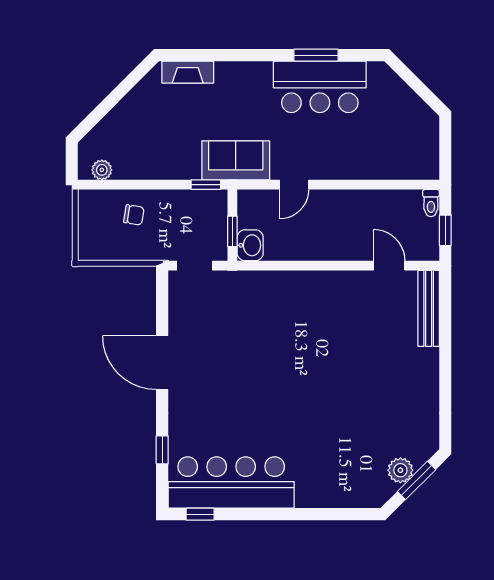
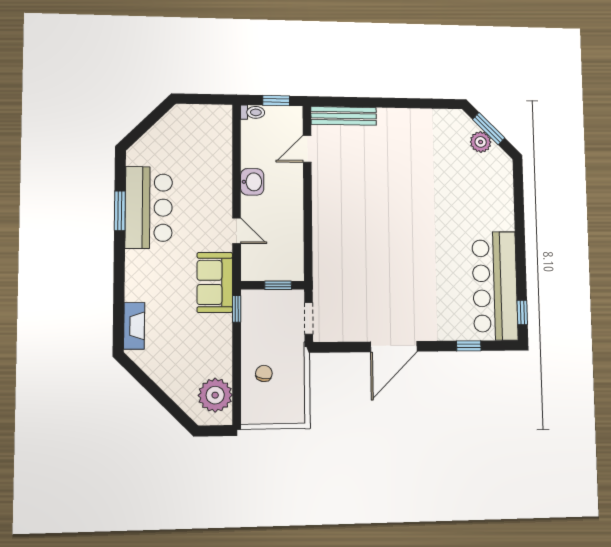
plant: (102, 170) -> (215, 395), width x1.88, depth x1.88
washbasin: (250, 245) -> (252, 182), moved, turned 90

